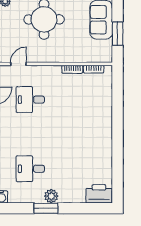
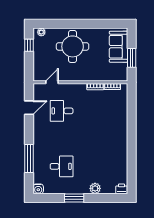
desk: (30, 169) -> (62, 166), turned 180
printer: (99, 194) -> (122, 189), width x0.53, depth x0.68
plant: (51, 196) -> (95, 188), moved

